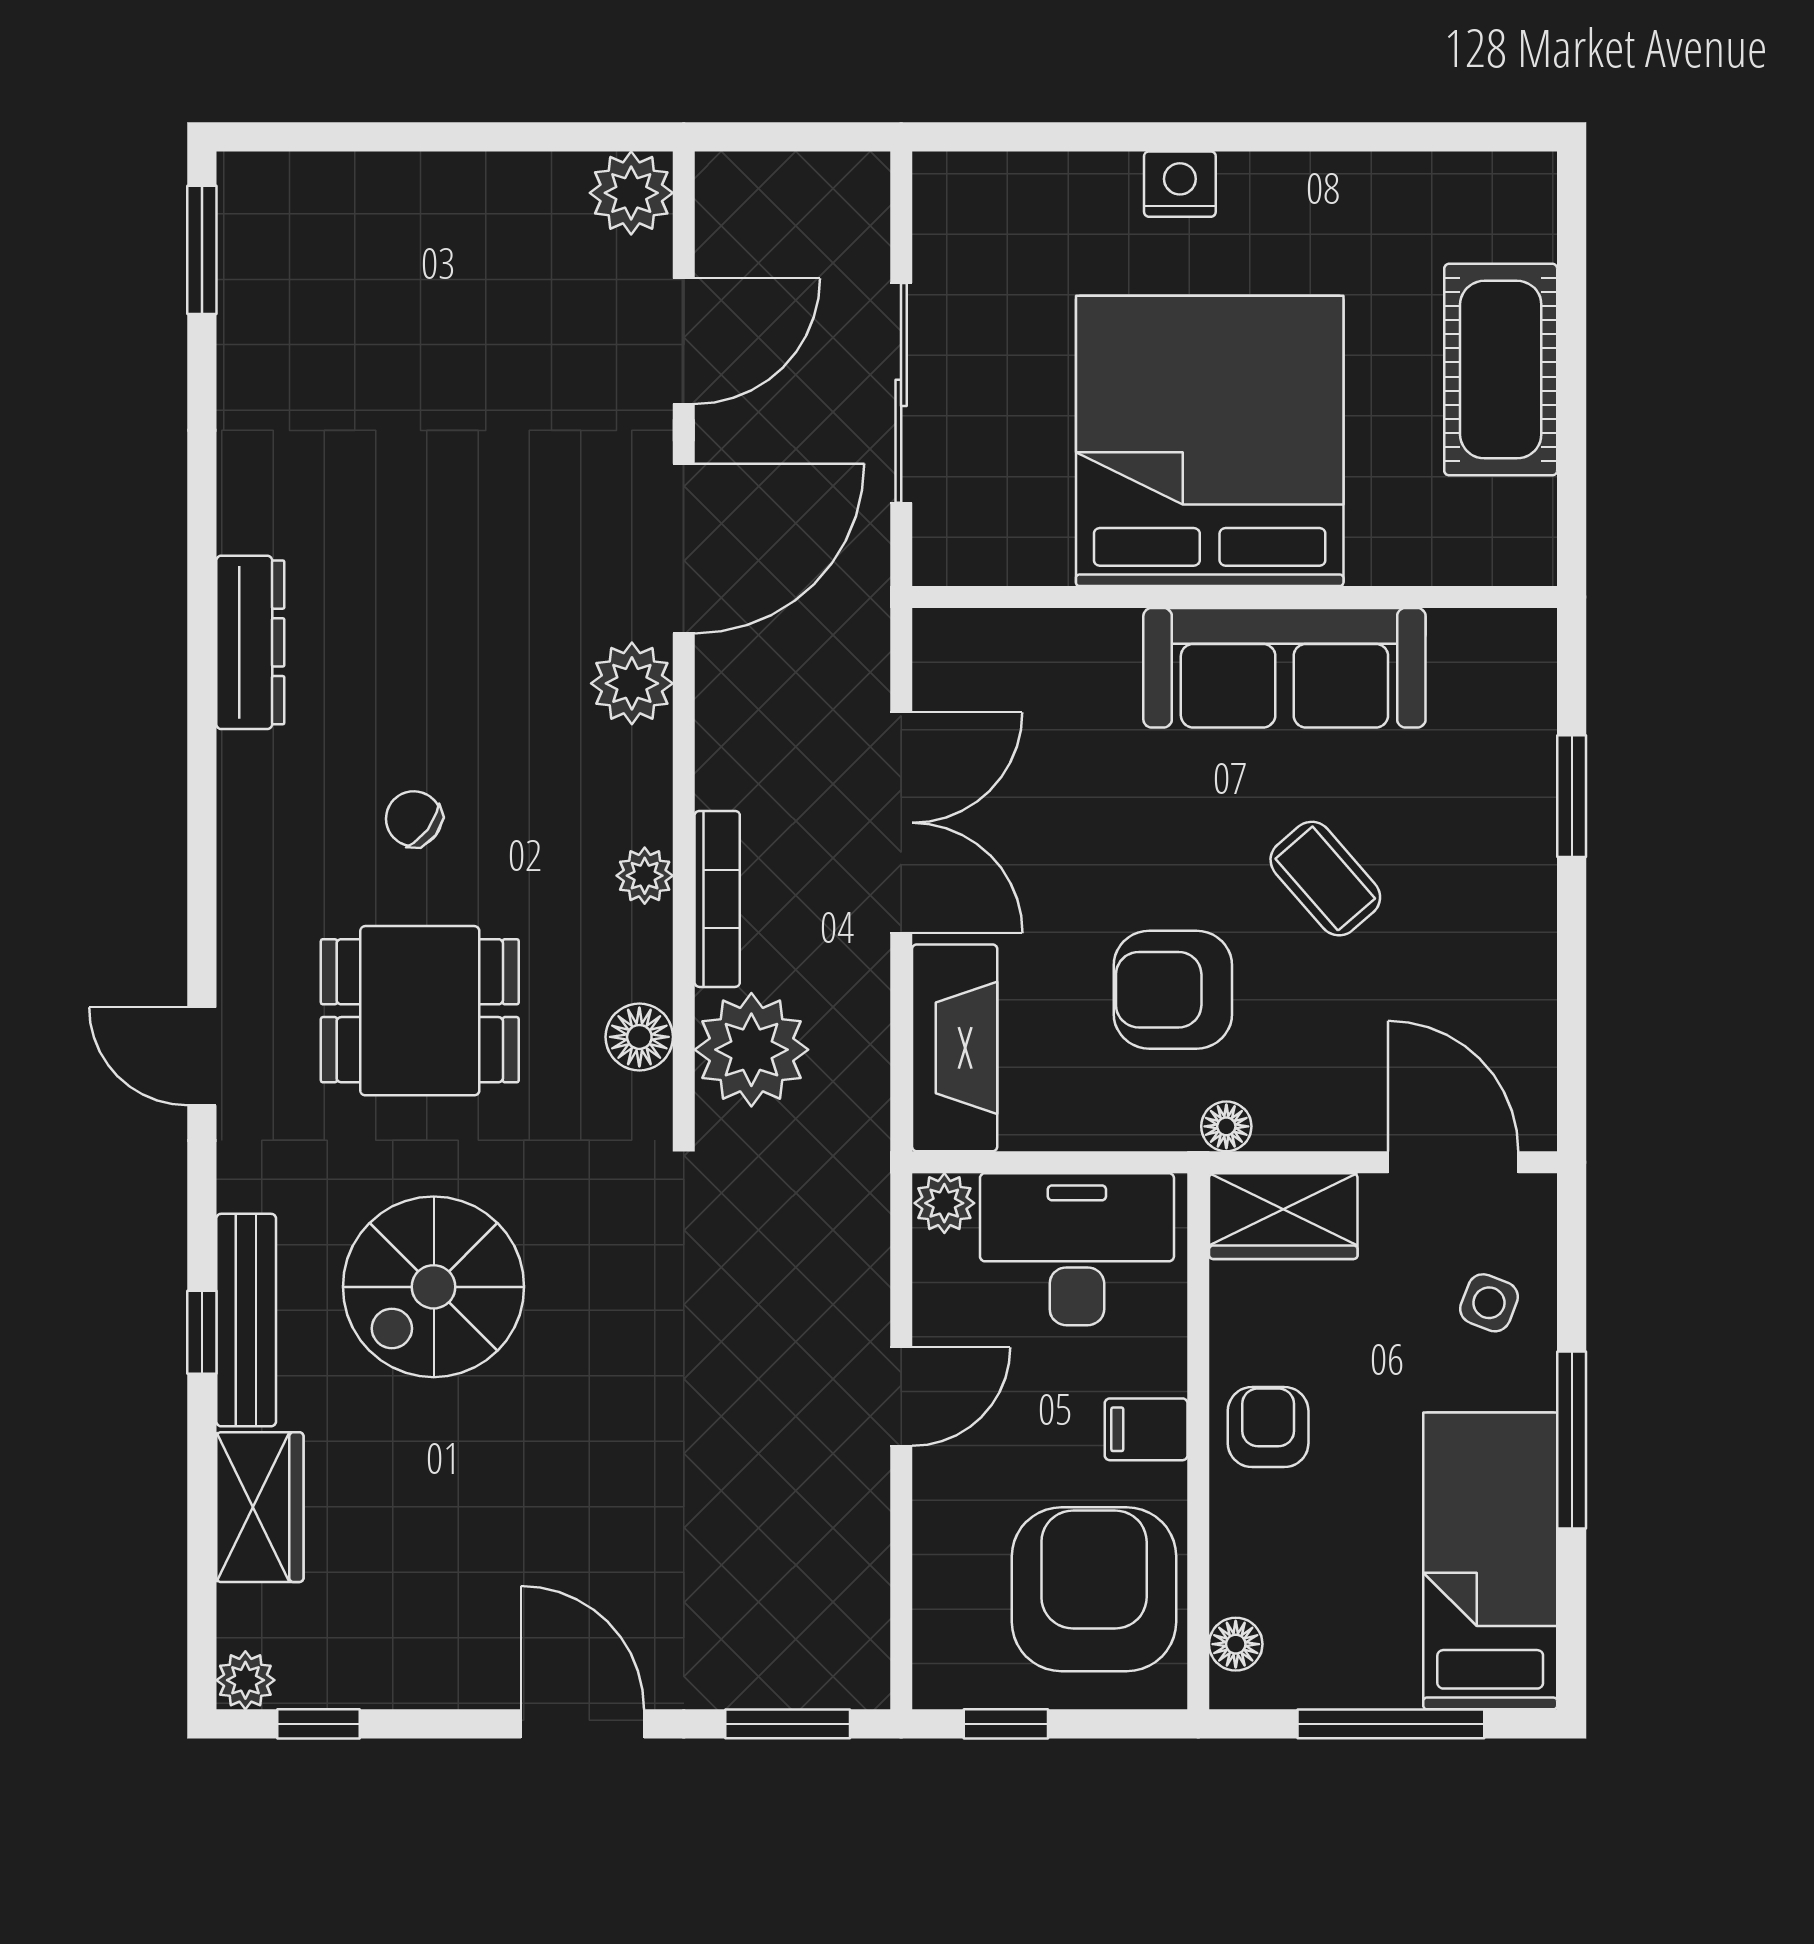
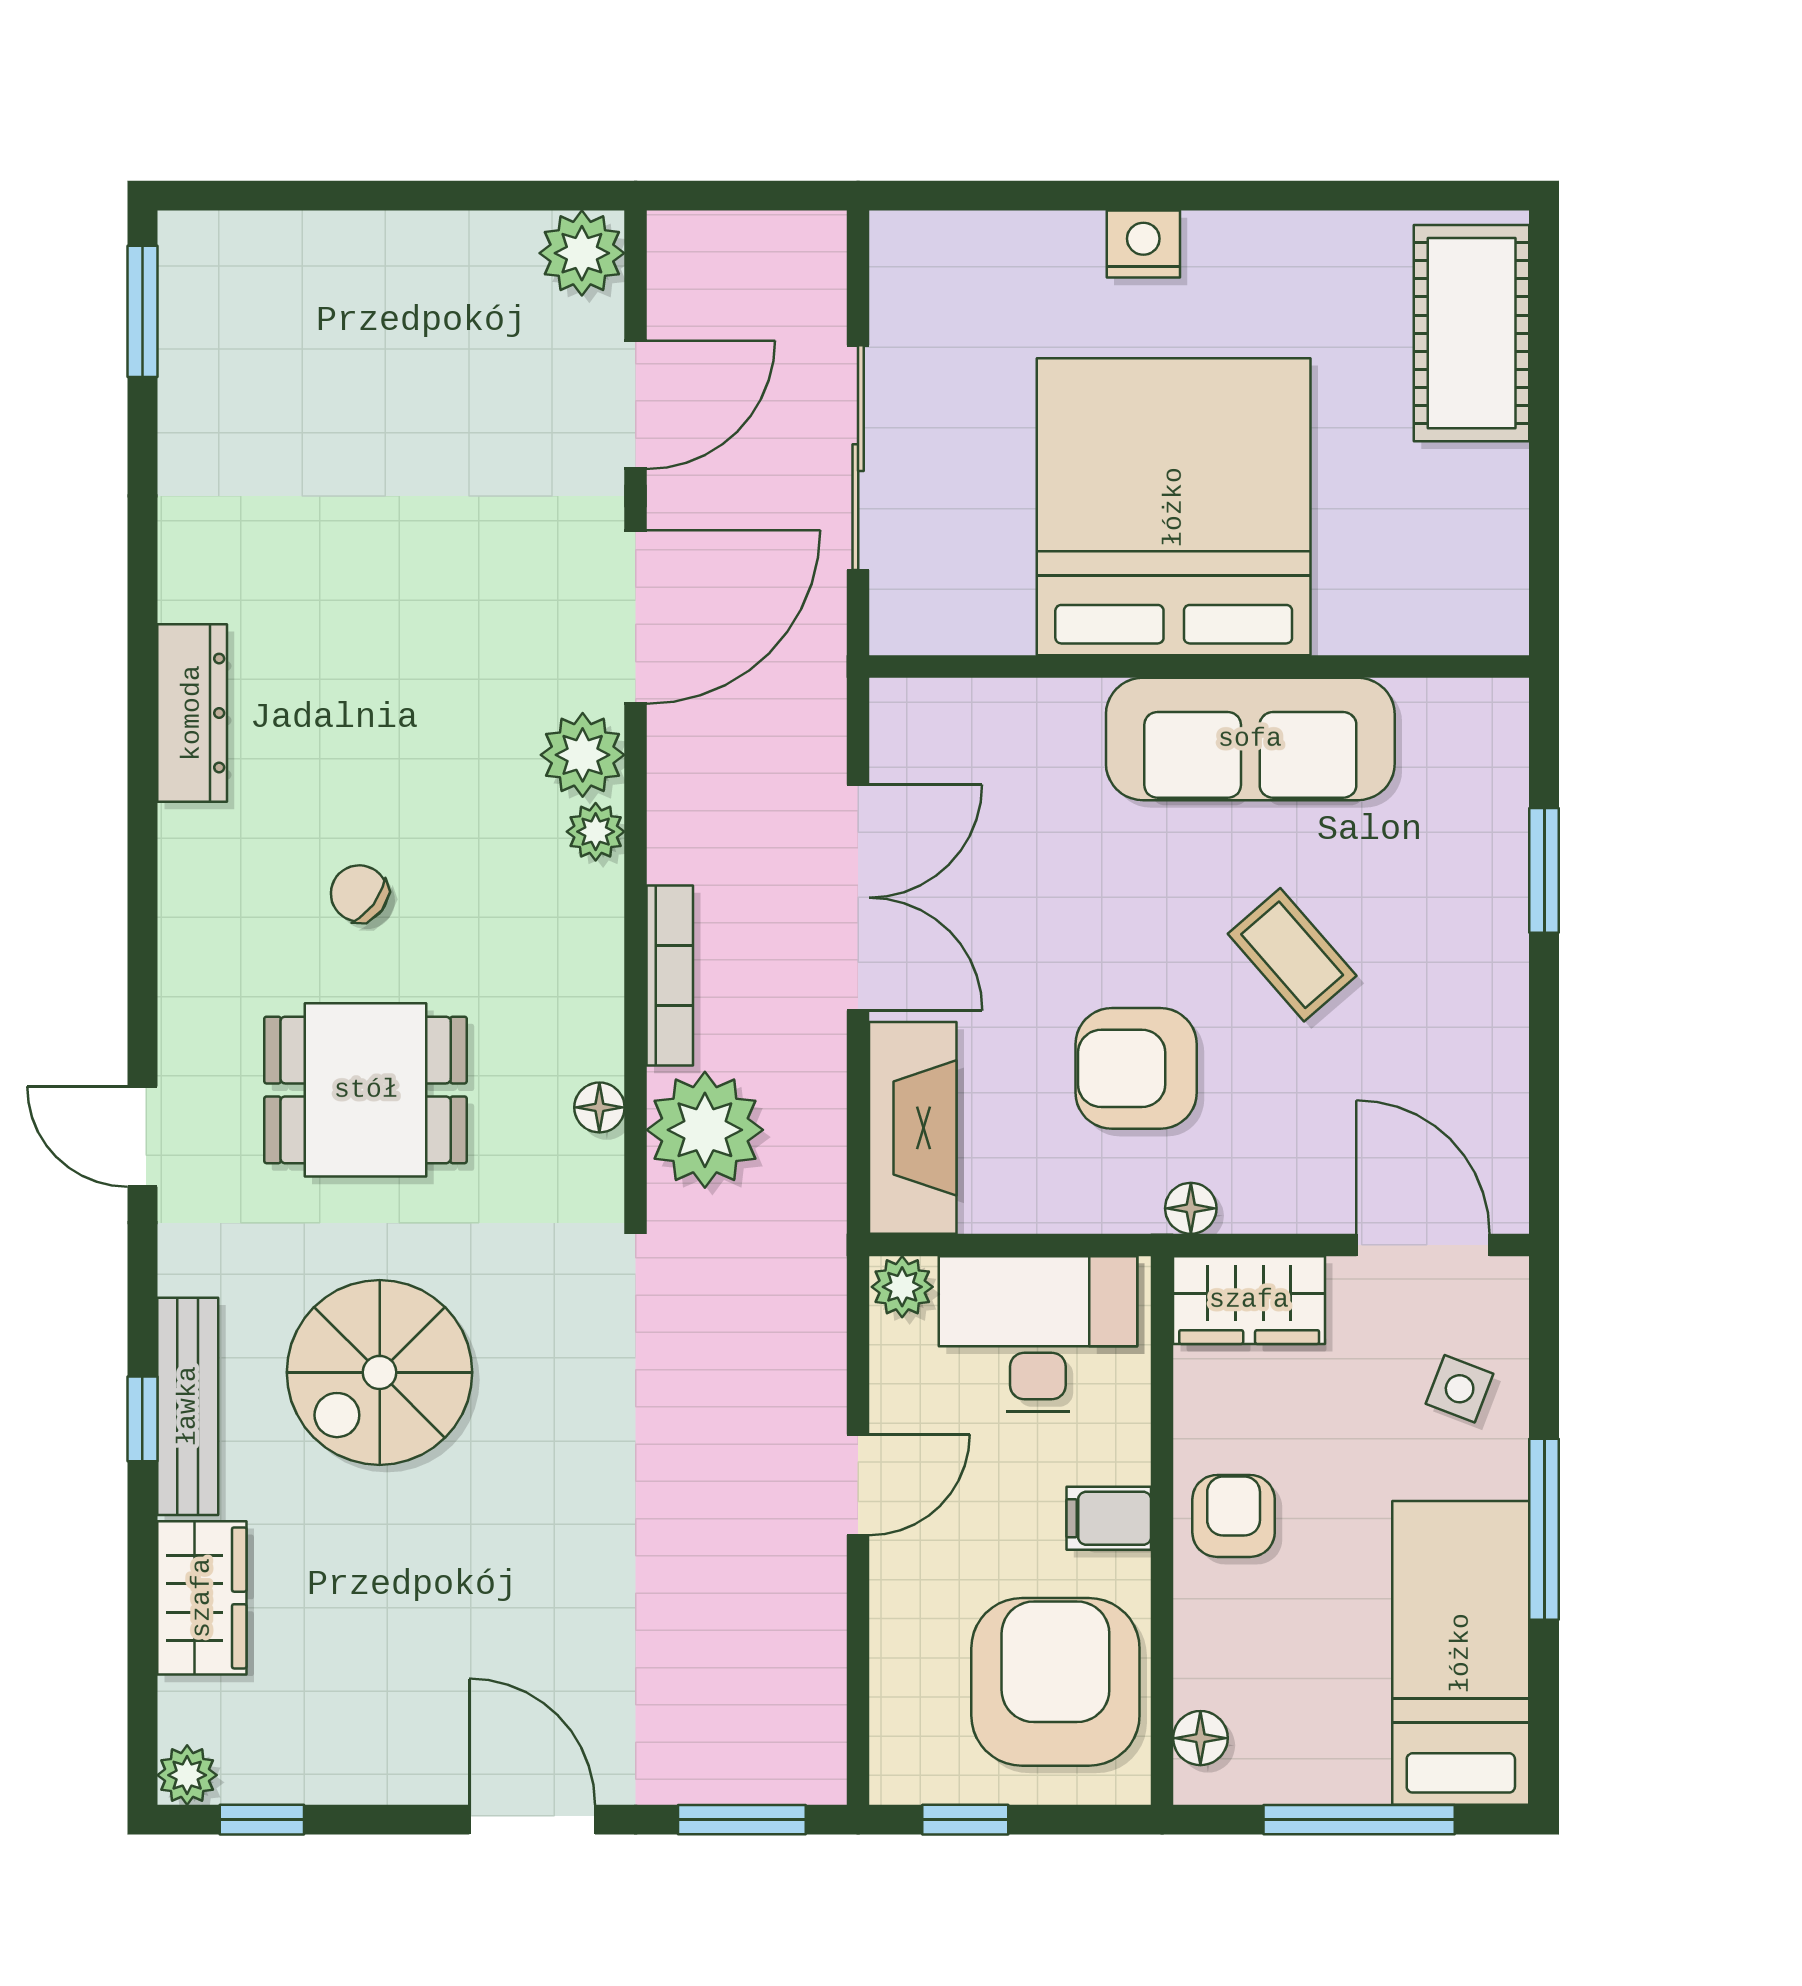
cot: (1501, 370) -> (1472, 333), moved
plant: (645, 876) -> (596, 832), moved
floor lamp: (639, 1037) -> (599, 1107), width x0.73, depth x0.73

